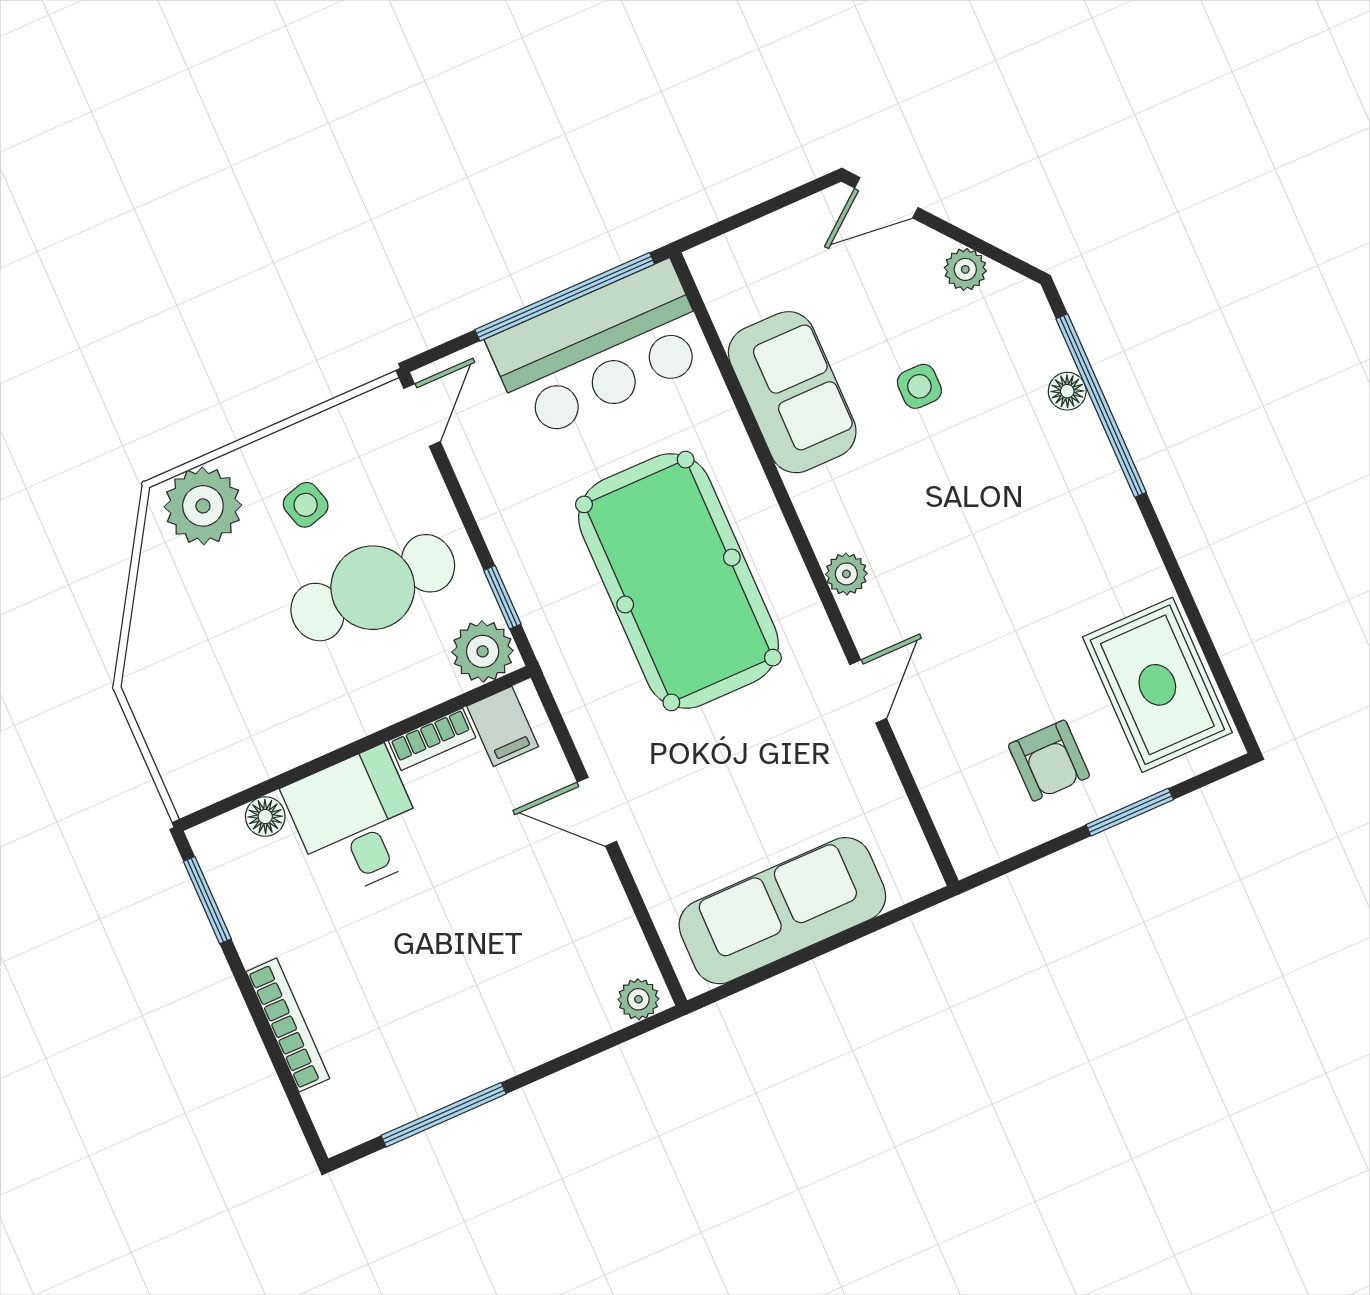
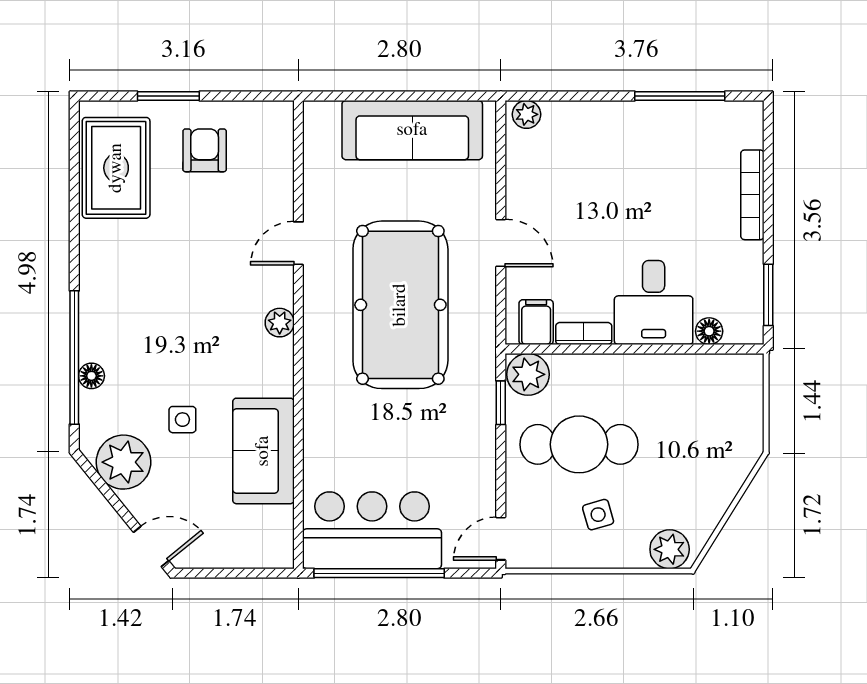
plant: (965, 269) -> (123, 462), width x1.88, depth x1.88
plant: (203, 506) -> (670, 549), width x0.73, depth x0.73
pool table: (678, 581) -> (400, 305), moved

